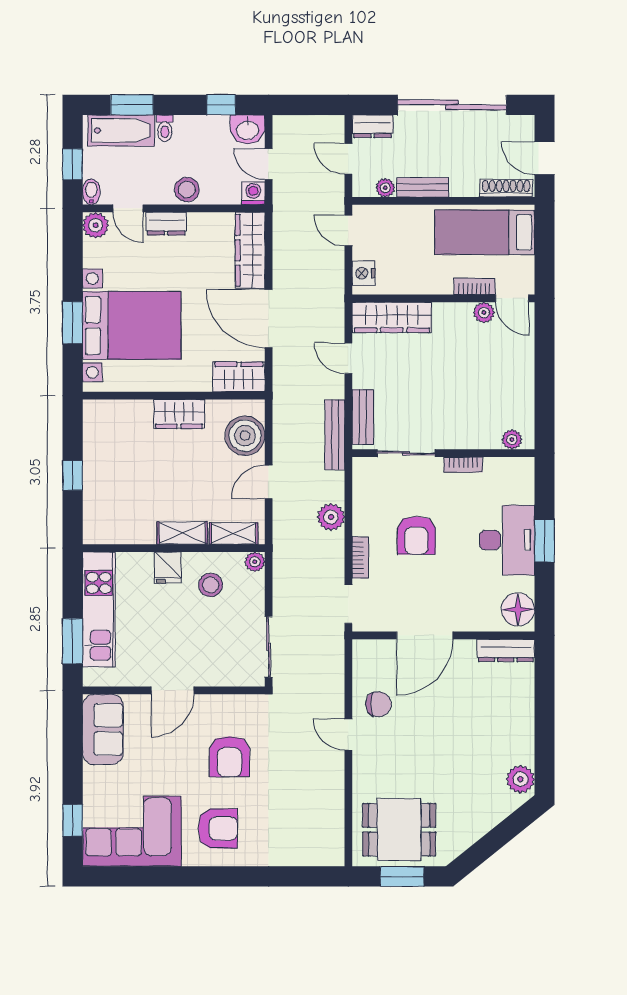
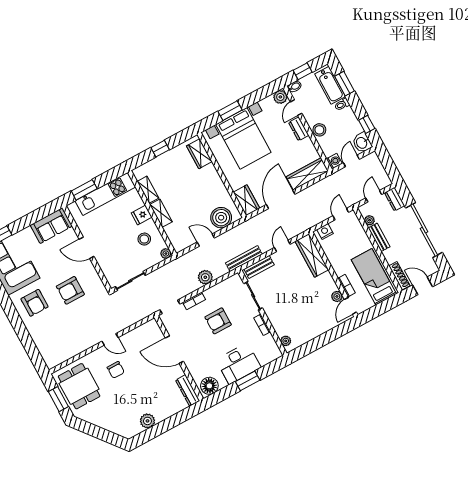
door: (545, 158) -> (423, 286), hinge flipped
wardrobe: (179, 414) -> (199, 154), moved
shelving: (234, 533) -> (148, 190), moved
chair: (379, 704) -> (116, 370), moved
door: (348, 735) -> (110, 339), swing flipped
plant: (520, 779) -> (147, 421), moved

